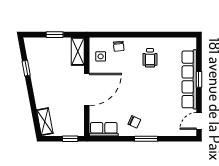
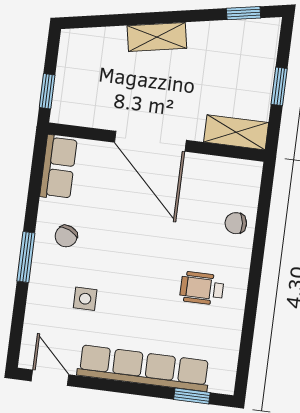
side table: (101, 56) -> (85, 299), moved
window: (26, 68) -> (244, 13), moved
window: (199, 79) -> (192, 396), moved
shelving: (45, 122) -> (157, 37), moved

